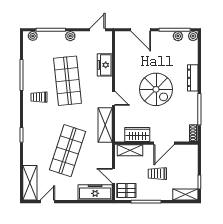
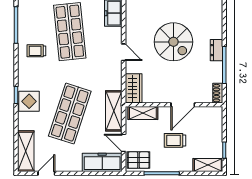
dresser: (193, 78) -> (216, 50), moved, width x0.70
shelving: (105, 125) -> (114, 111), moved
wardrobe: (137, 135) -> (134, 88), moved, turned 90
display table: (33, 140) -> (29, 101), added

